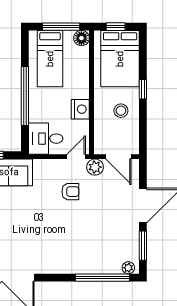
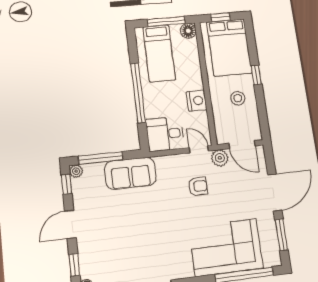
door: (76, 157) -> (199, 149), hinge flipped
corner sofa: (89, 251) -> (226, 247), added
plant: (128, 268) -> (270, 260), removed

